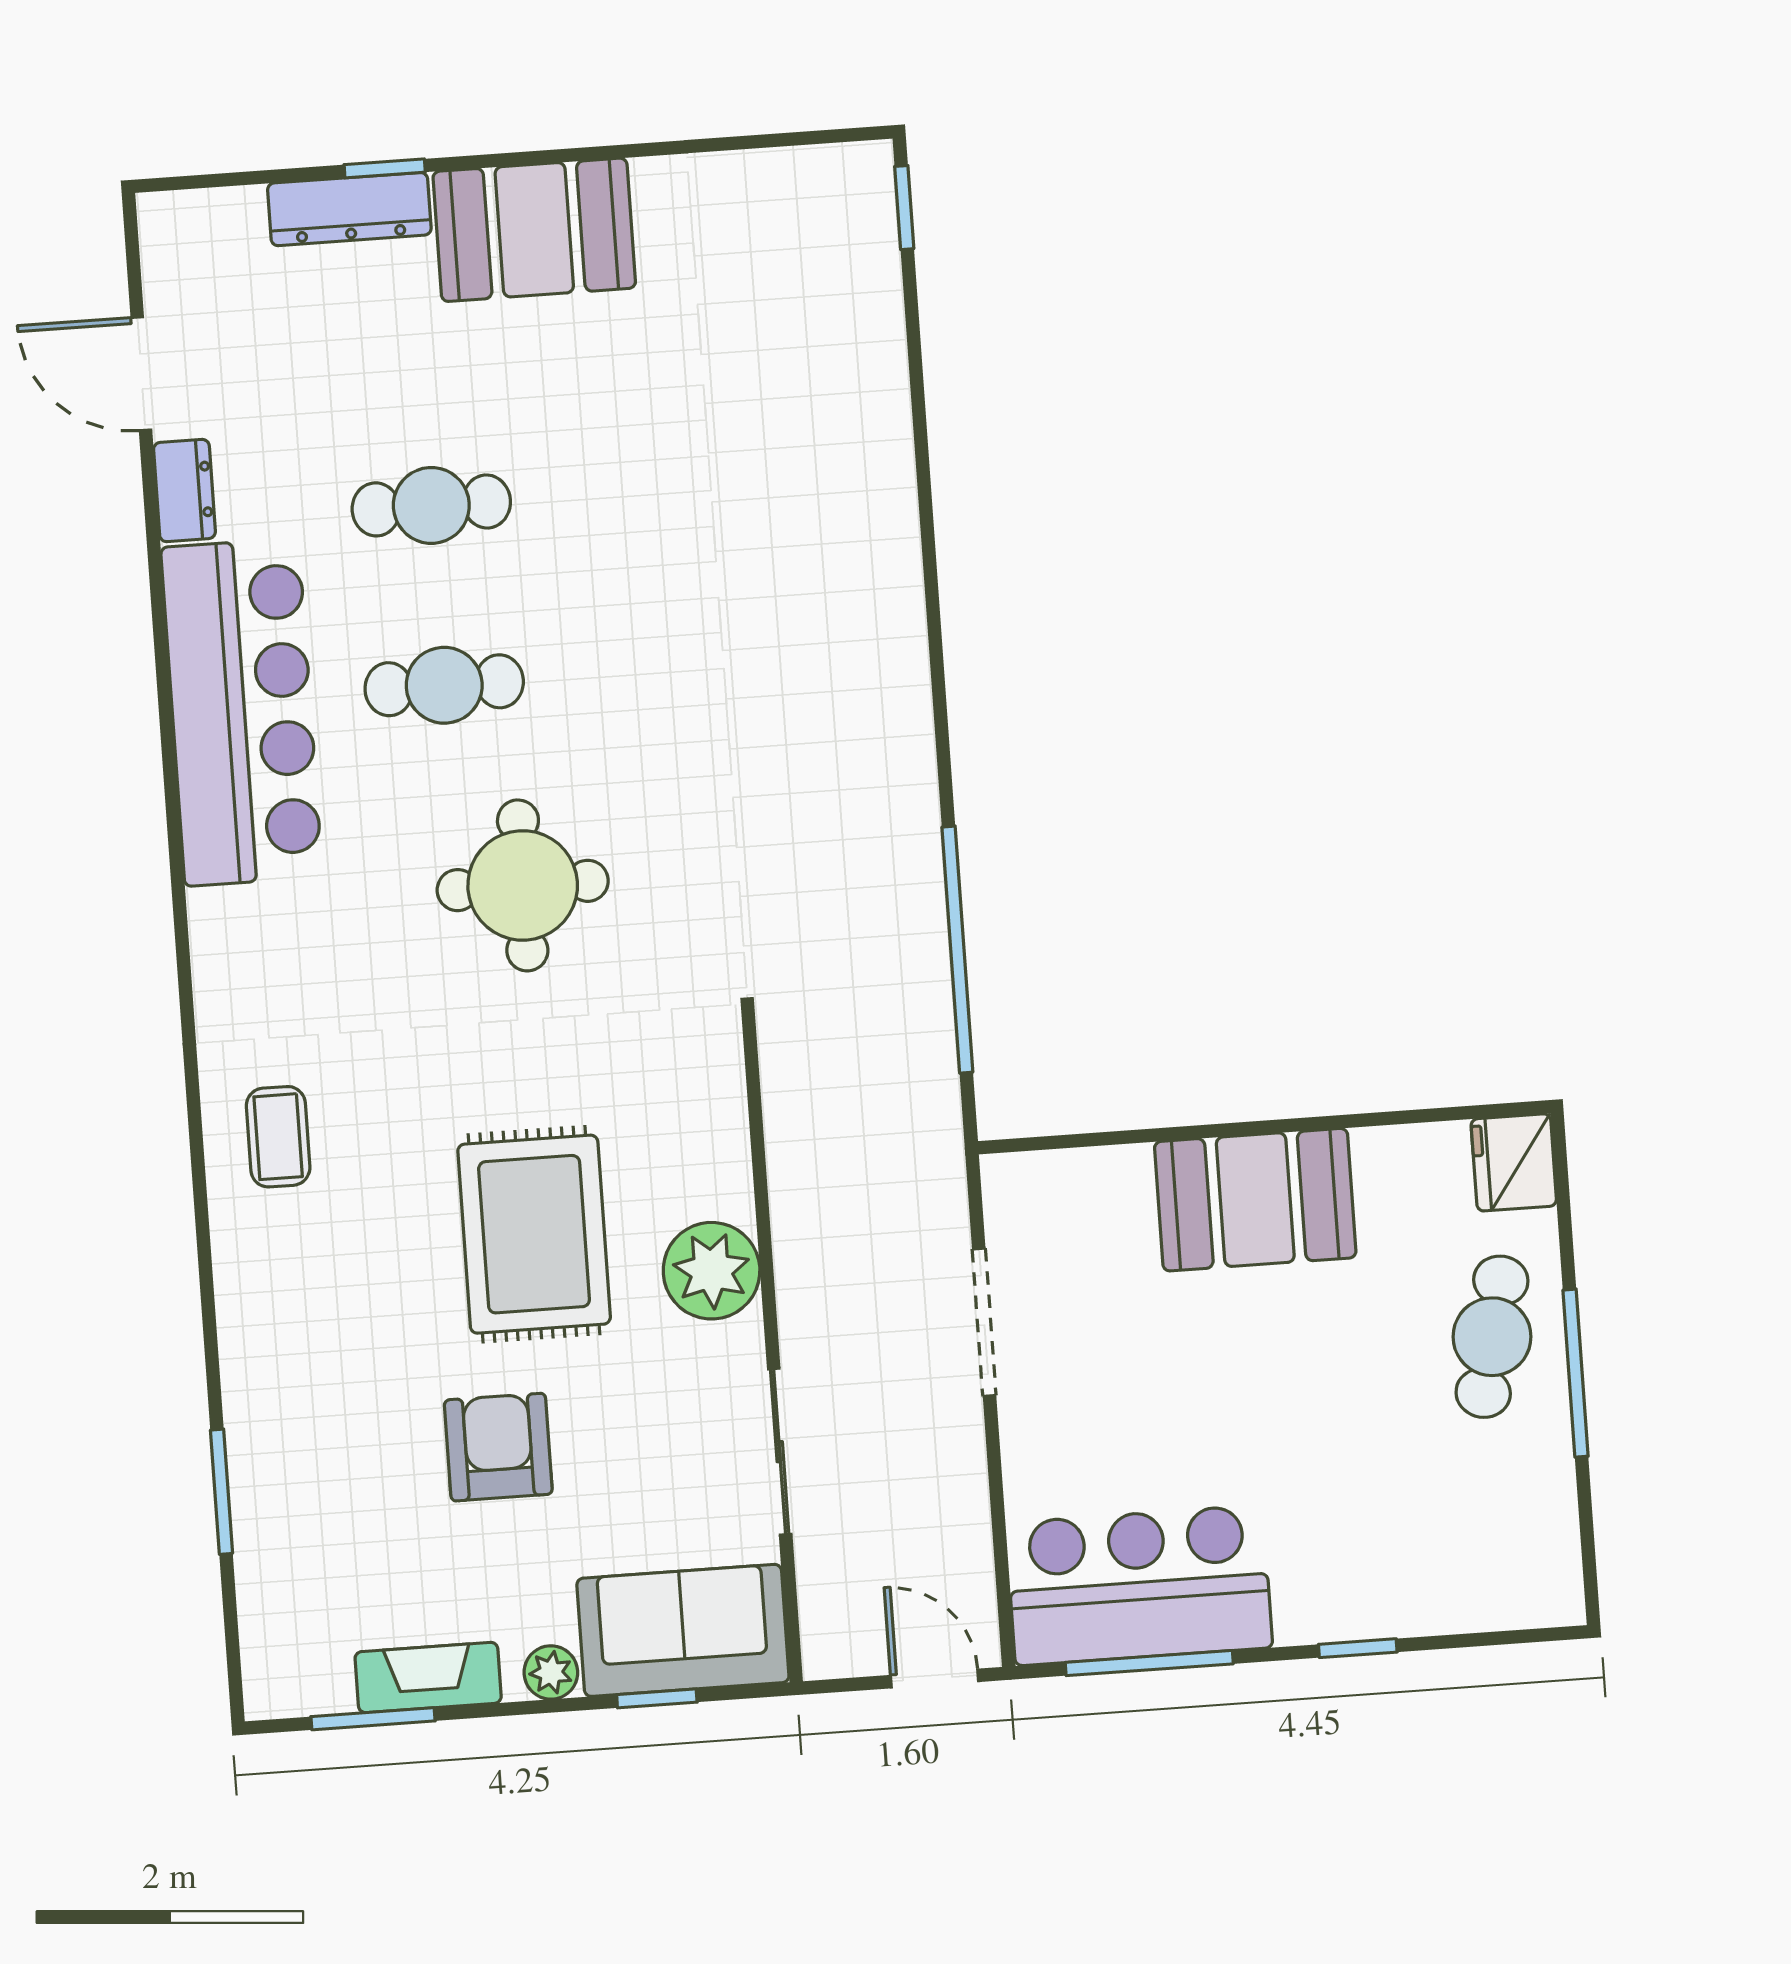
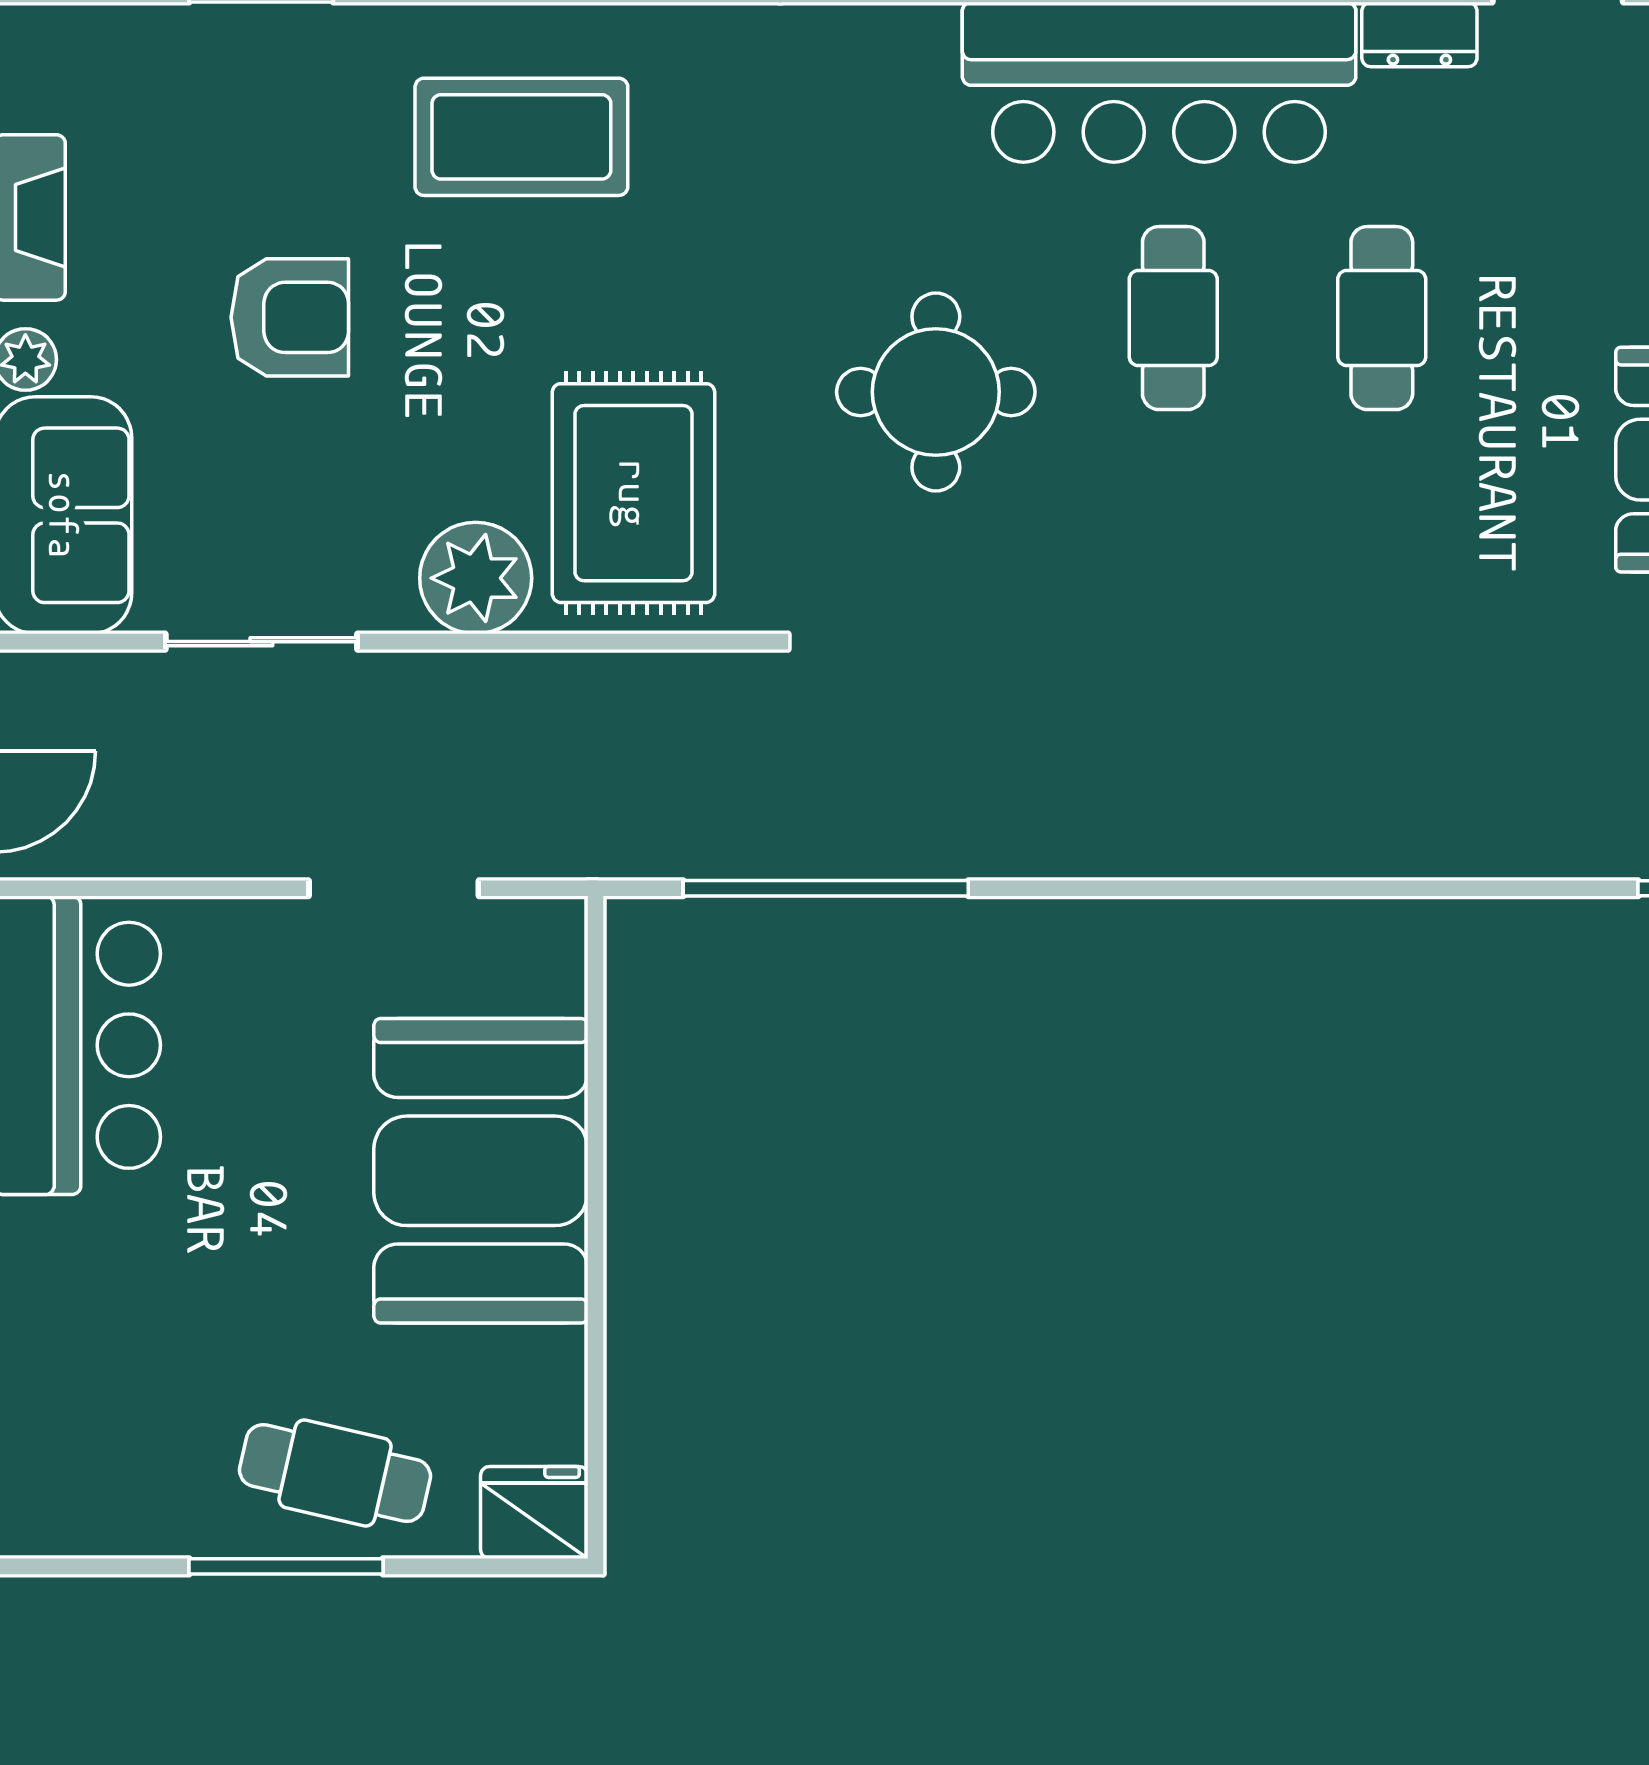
coffee table: (278, 1137) -> (521, 137), moved, width x1.86, depth x1.72
booth: (1255, 1200) -> (481, 1171), width x1.36, depth x1.42
rug: (534, 1234) -> (633, 493), moved, turned 90

